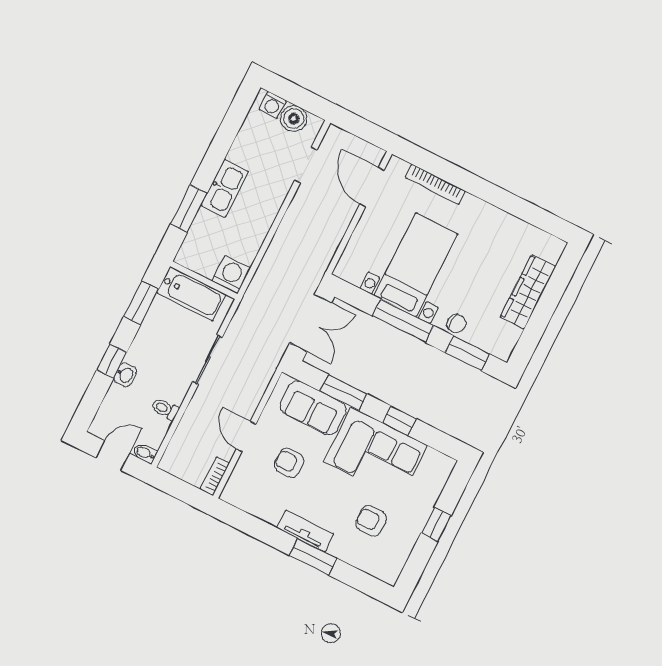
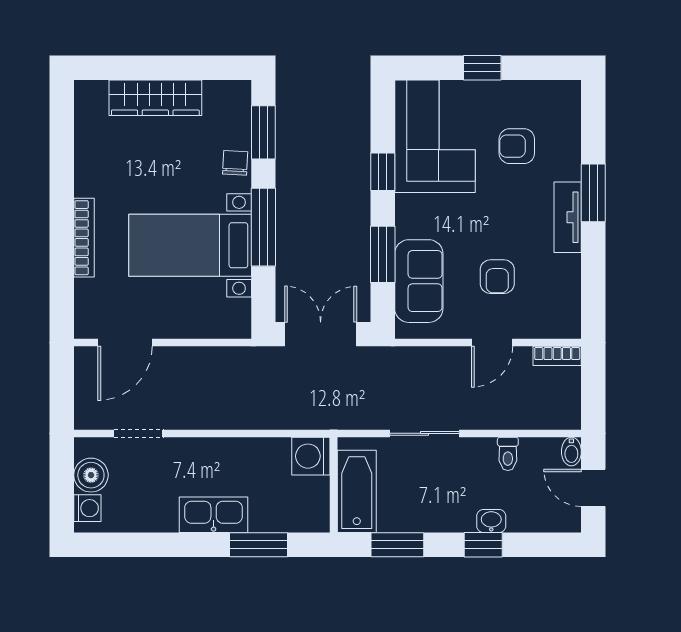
bookcase: (435, 184) -> (84, 238), moved
corner sofa: (376, 453) -> (435, 136), moved
armchair: (371, 521) -> (517, 146), turned 90

